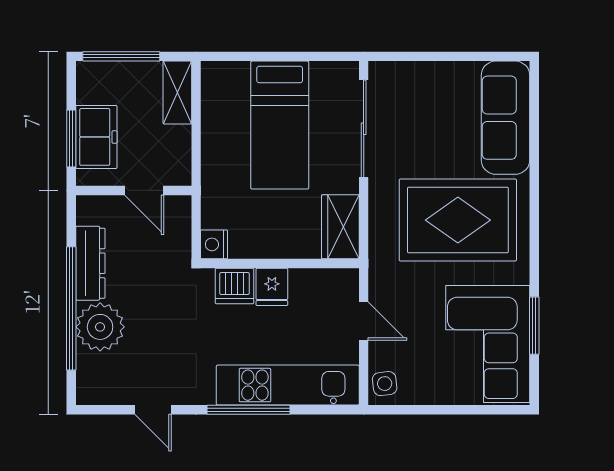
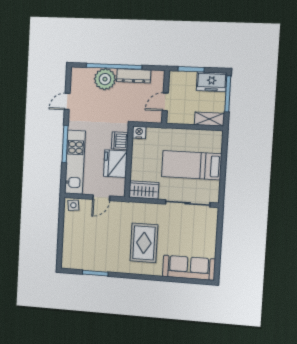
freezer: (96, 137) -> (212, 82), moved
rug: (458, 220) -> (144, 243), width x0.73, depth x0.69
fridge: (272, 287) -> (115, 164), width x1.88, depth x1.34
corner sofa: (488, 344) -> (88, 252), removed

